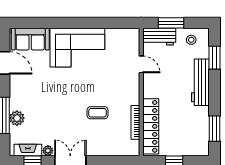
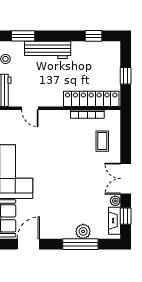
door: (141, 64) -> (30, 108), swing flipped
coffee table: (97, 113) -> (102, 141), moved
window: (214, 129) -> (94, 36), width x0.67

